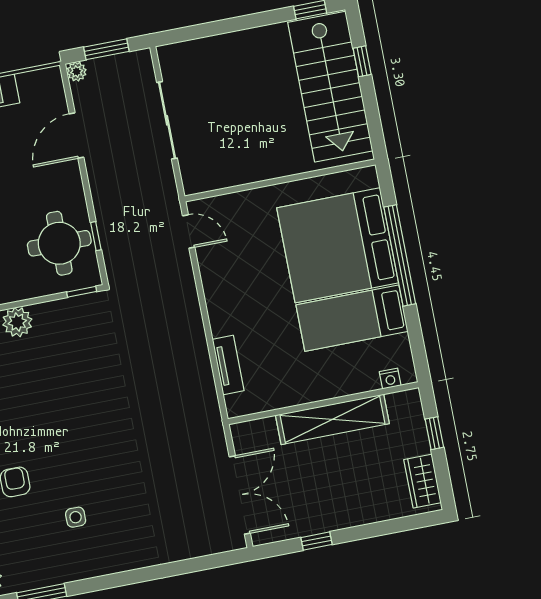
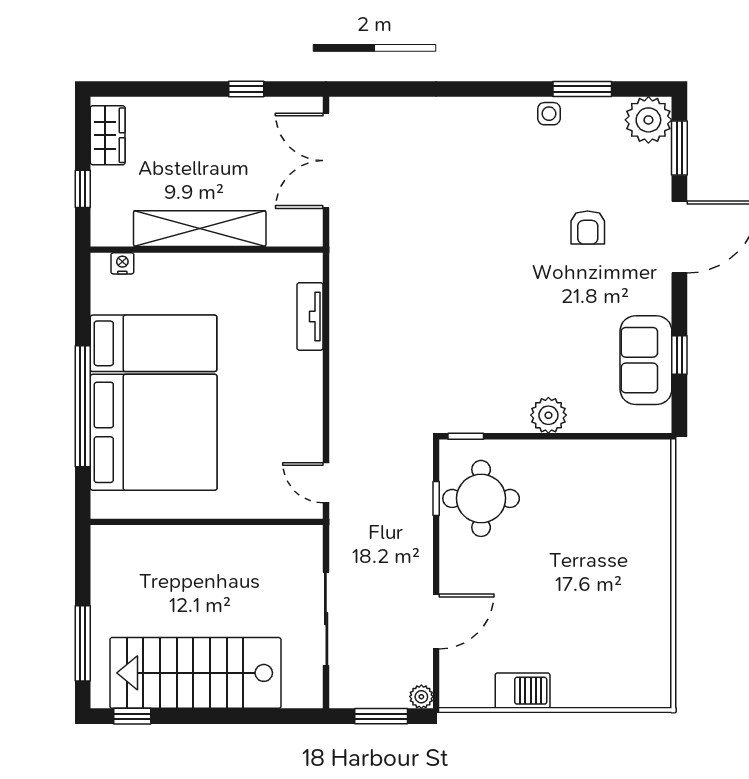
window: (362, 61) -> (83, 643), width x2.17
stairs: (330, 87) -> (195, 673), moved, turned -90
side table: (76, 517) -> (549, 114), moved

